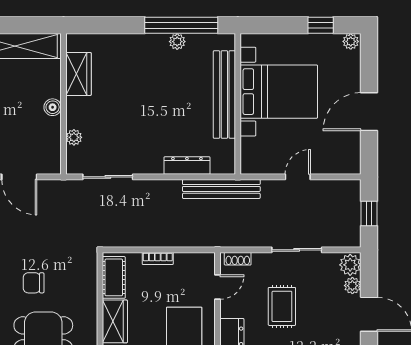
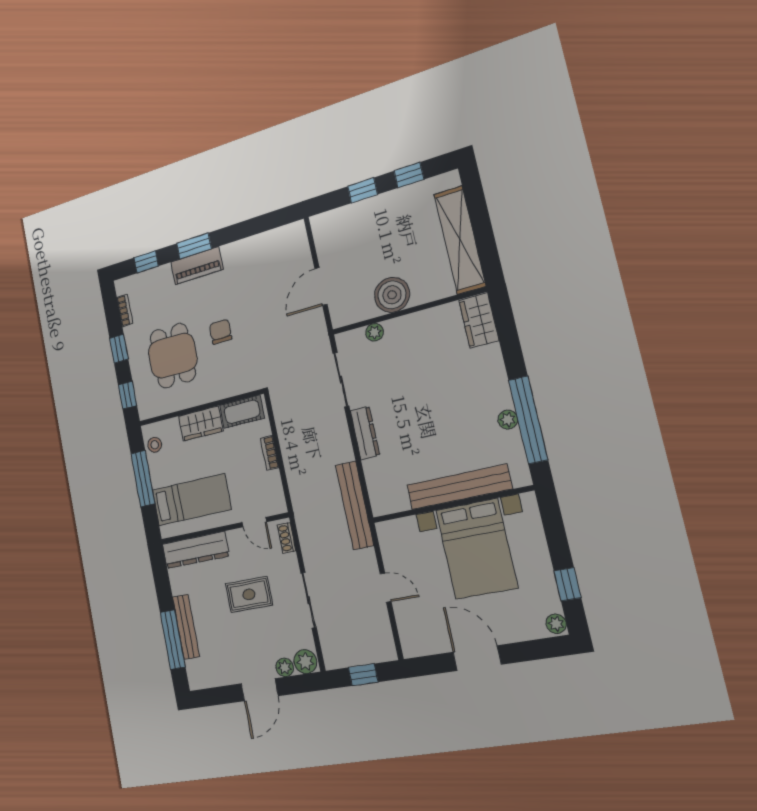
wardrobe: (78, 74) -> (479, 320), moved, turned 90
boiler: (53, 107) -> (392, 295), width x1.86, depth x1.86
dresser: (187, 166) -> (365, 433), moved

